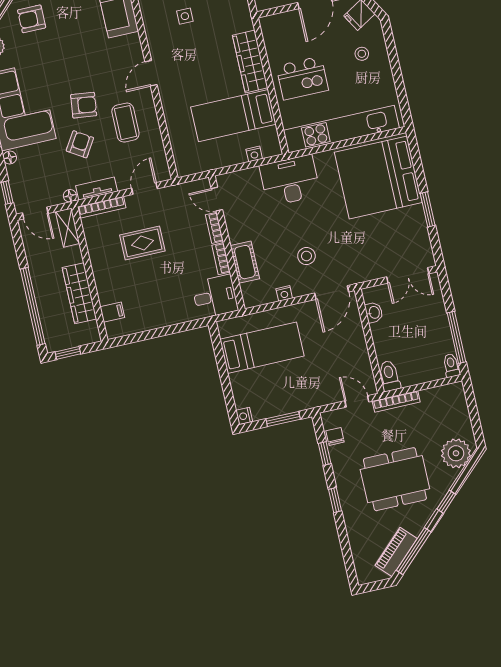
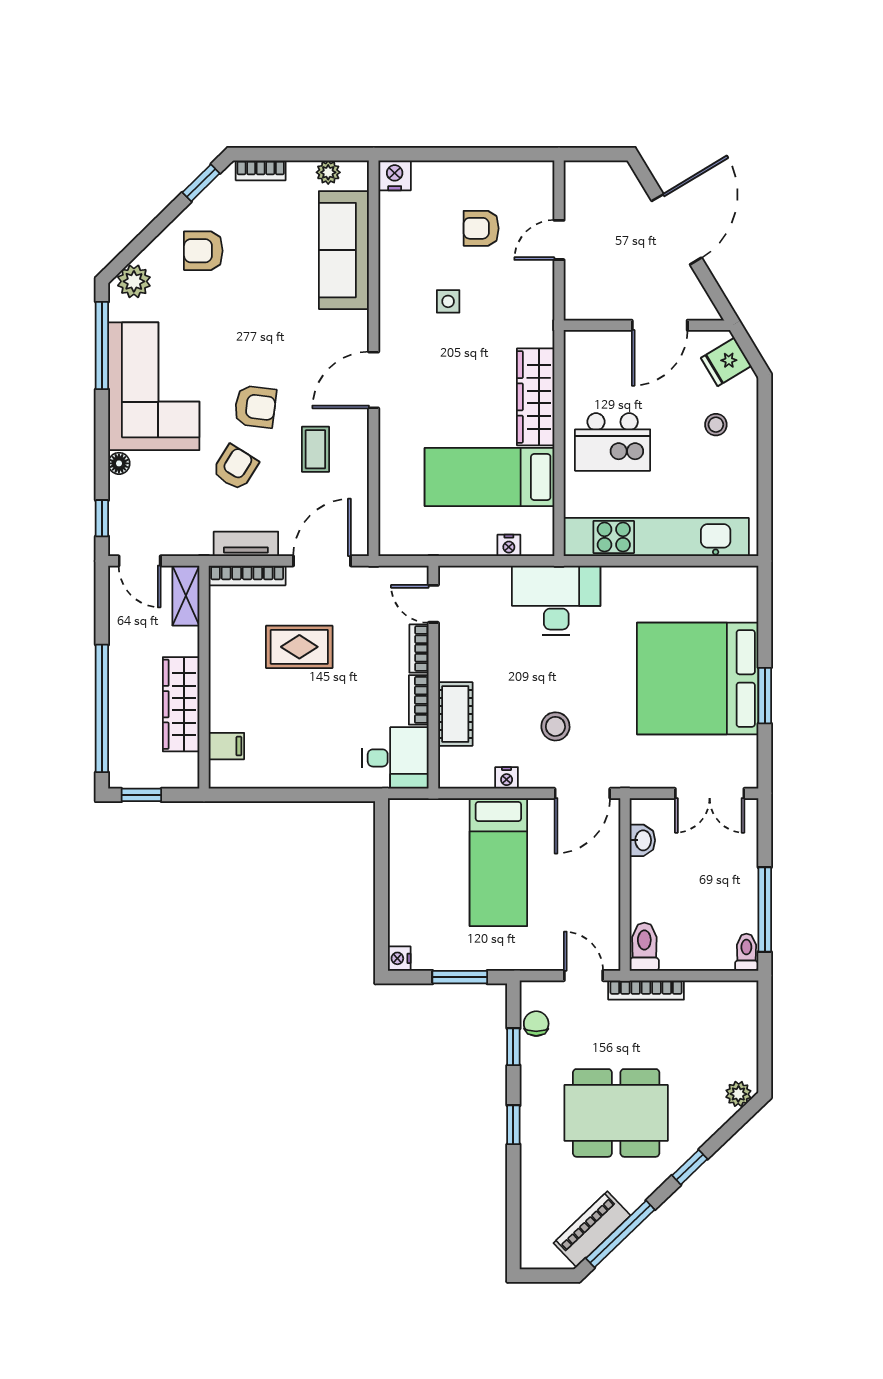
door: (151, 73) -> (374, 380), width x1.38
coffee table: (125, 123) -> (315, 449), width x0.73, depth x0.77
bed: (378, 177) -> (698, 678), moved
door: (144, 188) -> (322, 561), width x1.37
floor lamp: (70, 196) -> (201, 546), removed
bed: (262, 348) -> (498, 862), moved, turned 90
plant: (456, 453) -> (738, 1094), width x0.53, depth x0.53

